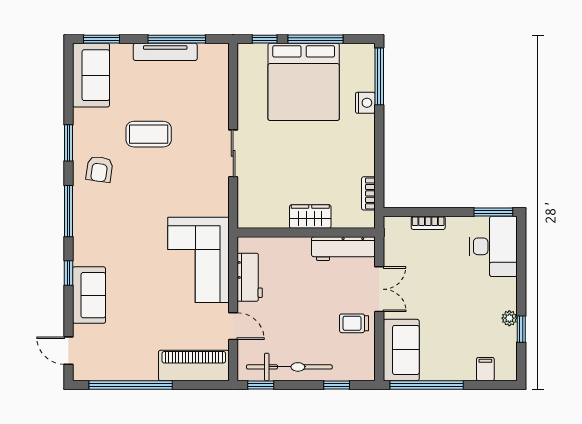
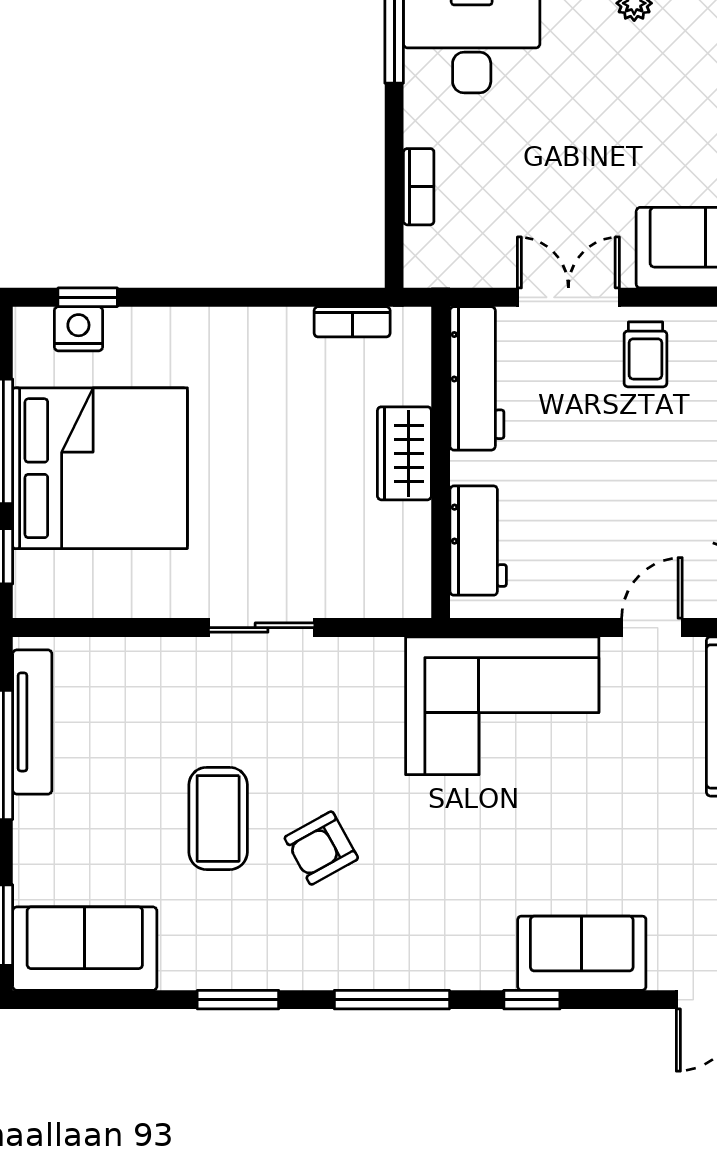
tv unit: (165, 52) -> (32, 722), moved
window: (379, 76) -> (88, 297), width x0.46
nightstand: (365, 103) -> (78, 329), moved
armchair: (99, 169) -> (321, 848), moved, turned 143
workbench: (250, 277) -> (478, 541), moved, turned 90

